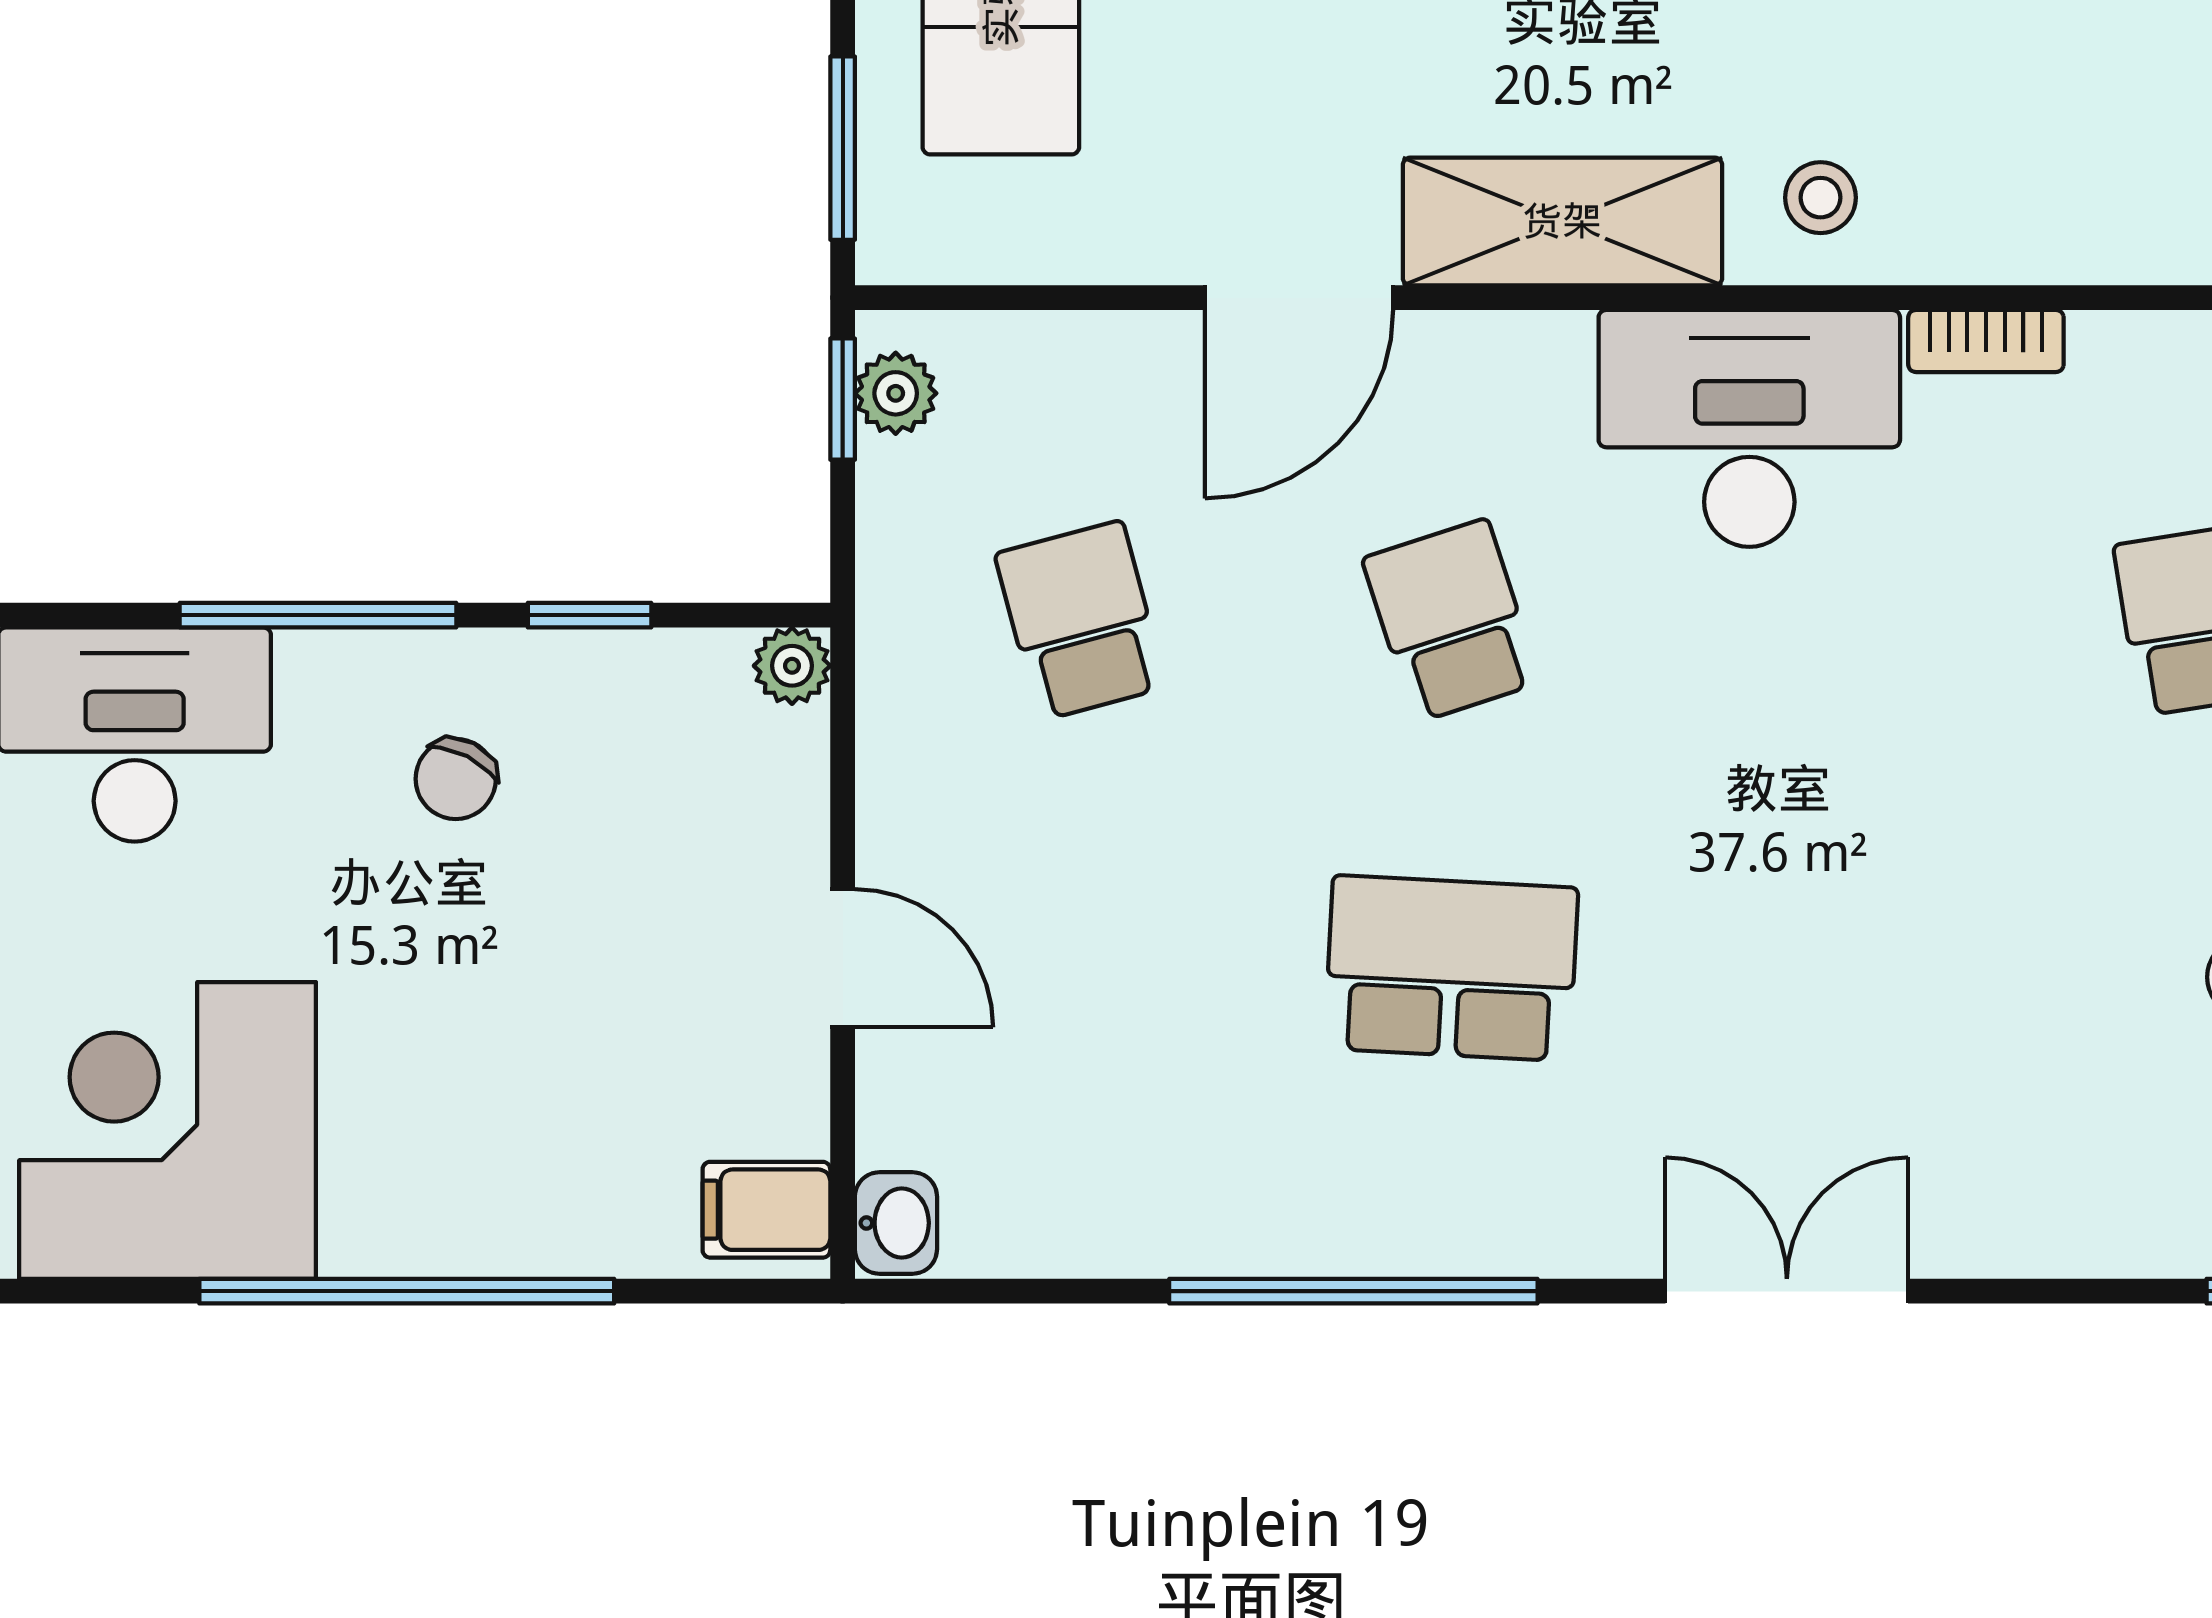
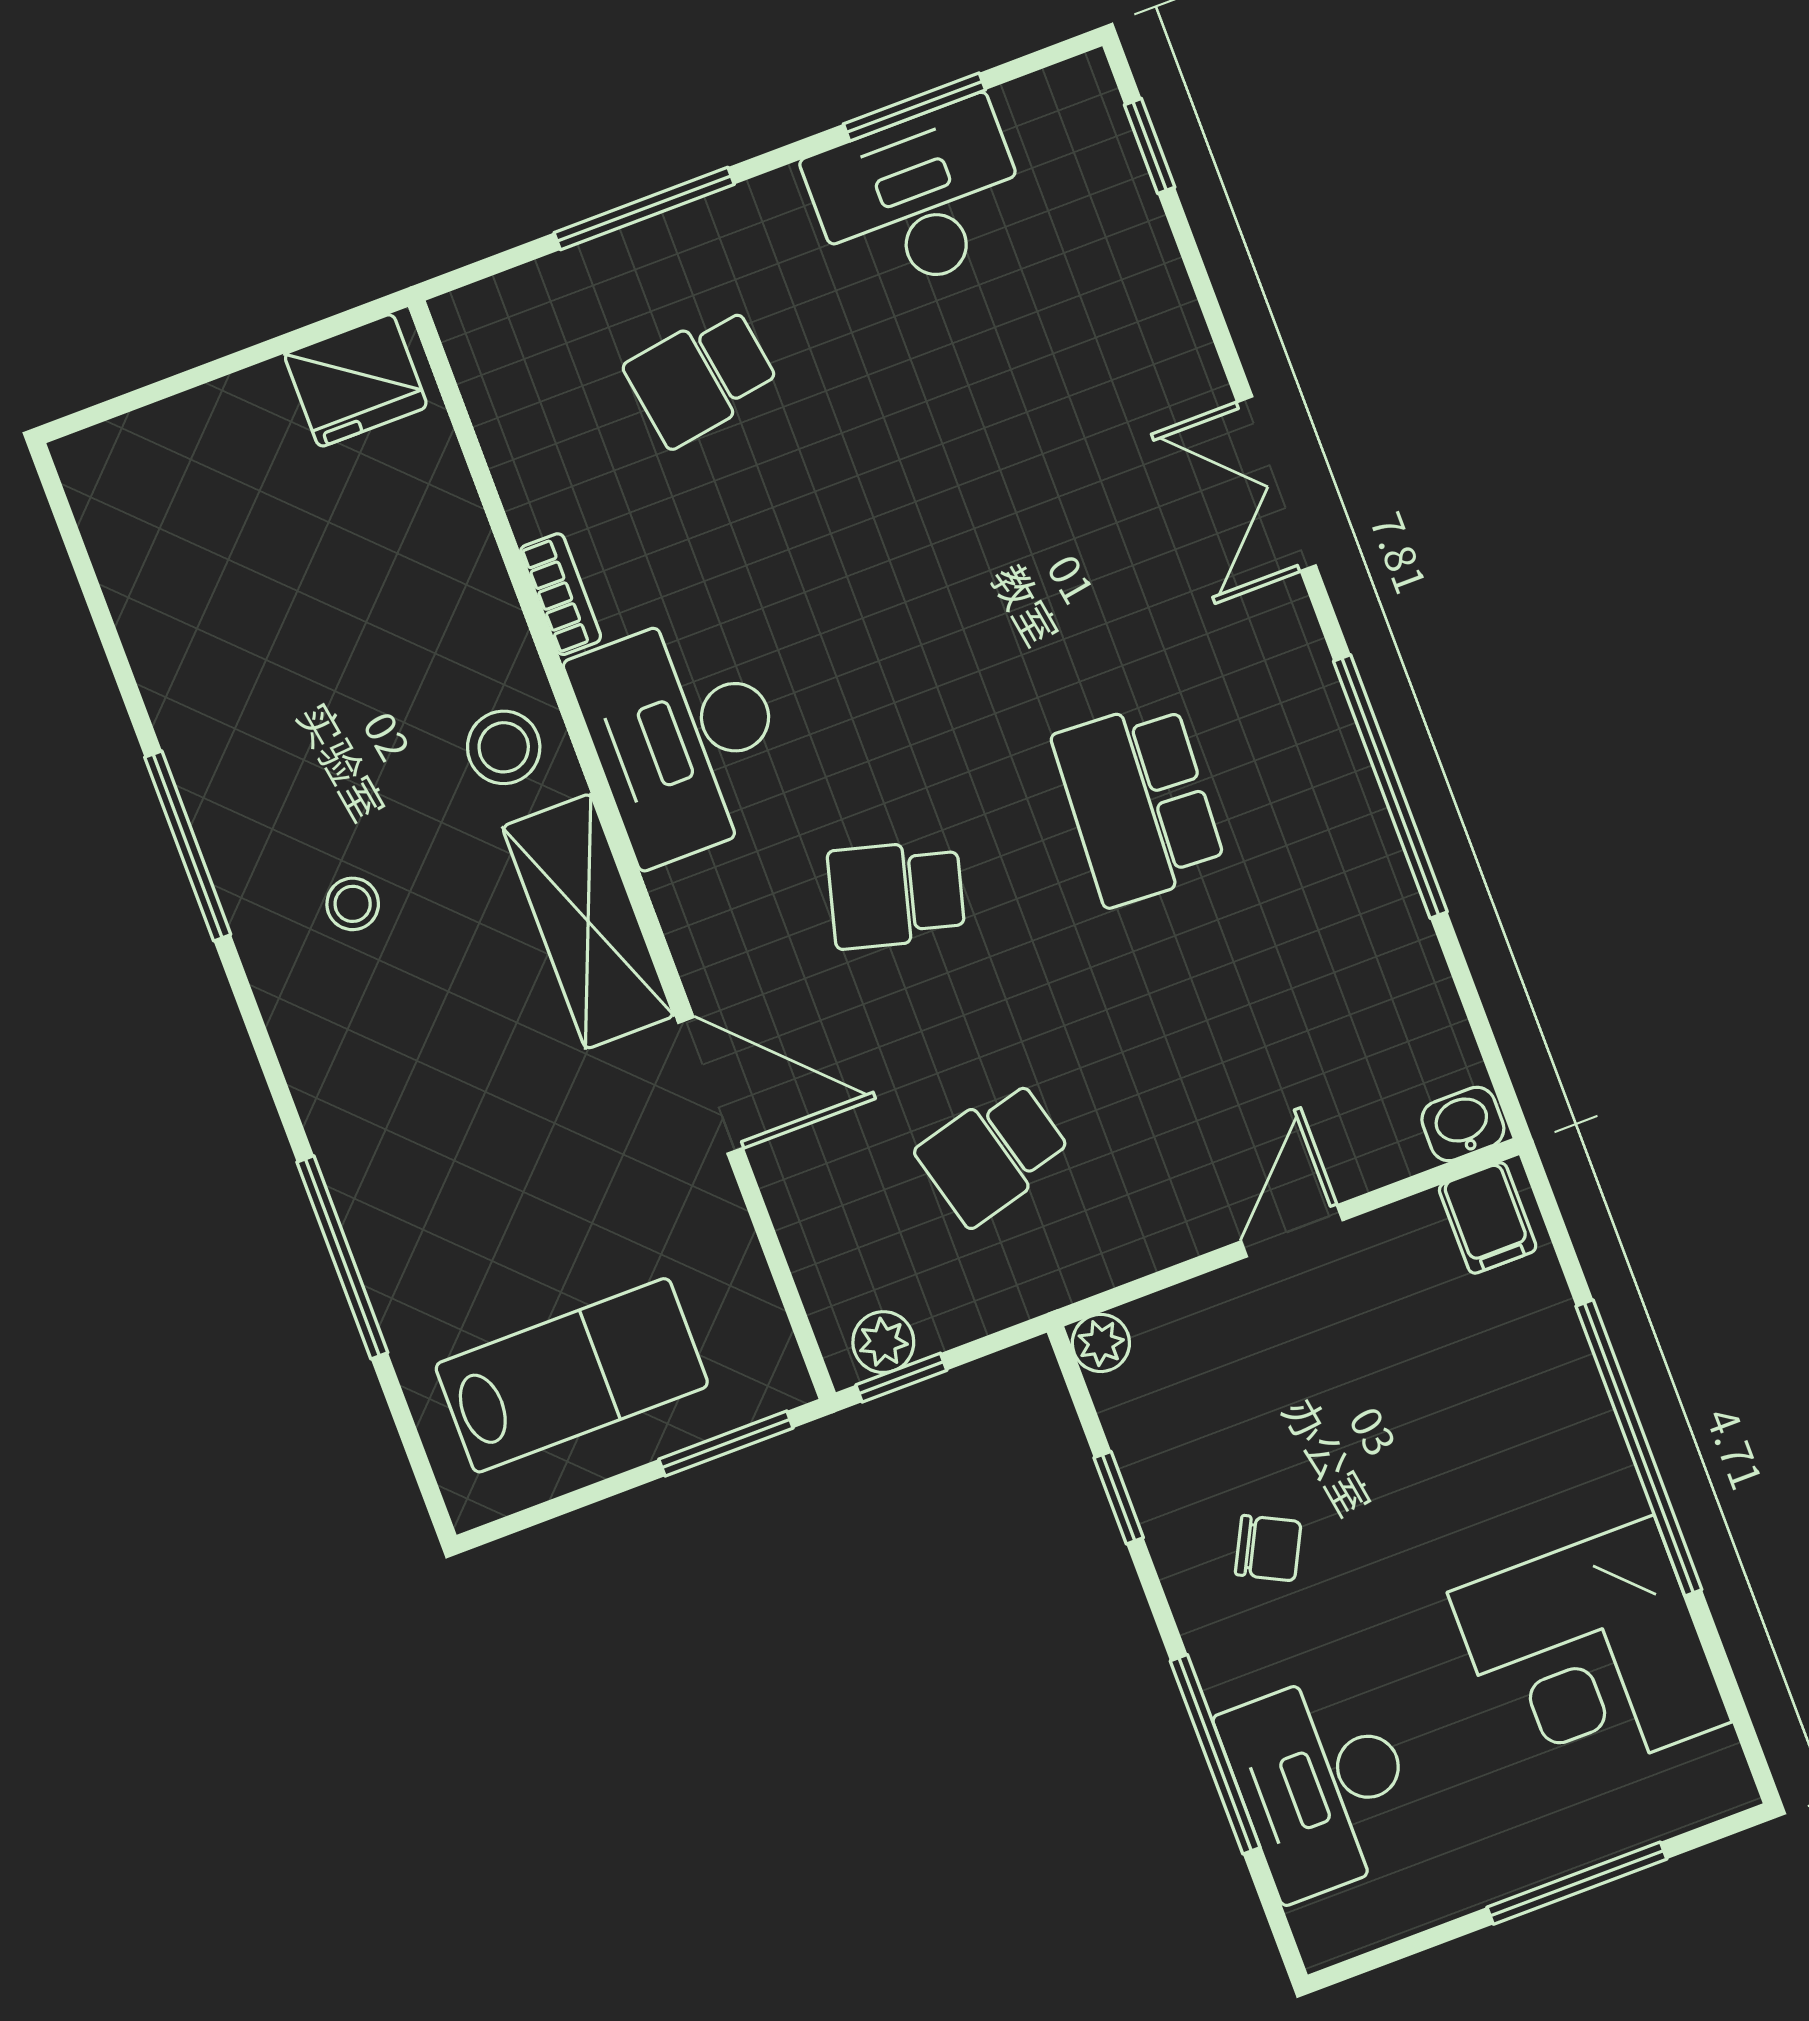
stool: (1821, 198) -> (504, 747), width x1.37, depth x1.37
window: (318, 615) -> (1215, 1754), moved
school desk: (1451, 621) -> (896, 894), turned 33

